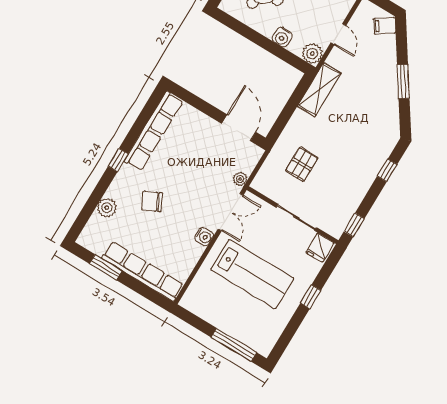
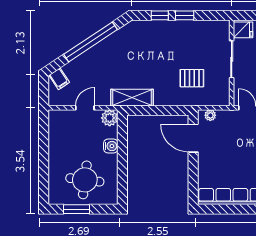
window: (403, 82) -> (90, 42), width x2.11
door: (239, 128) -> (193, 138), hinge flipped
plant: (240, 179) -> (210, 115), moved
window: (354, 225) -> (185, 15), moved

